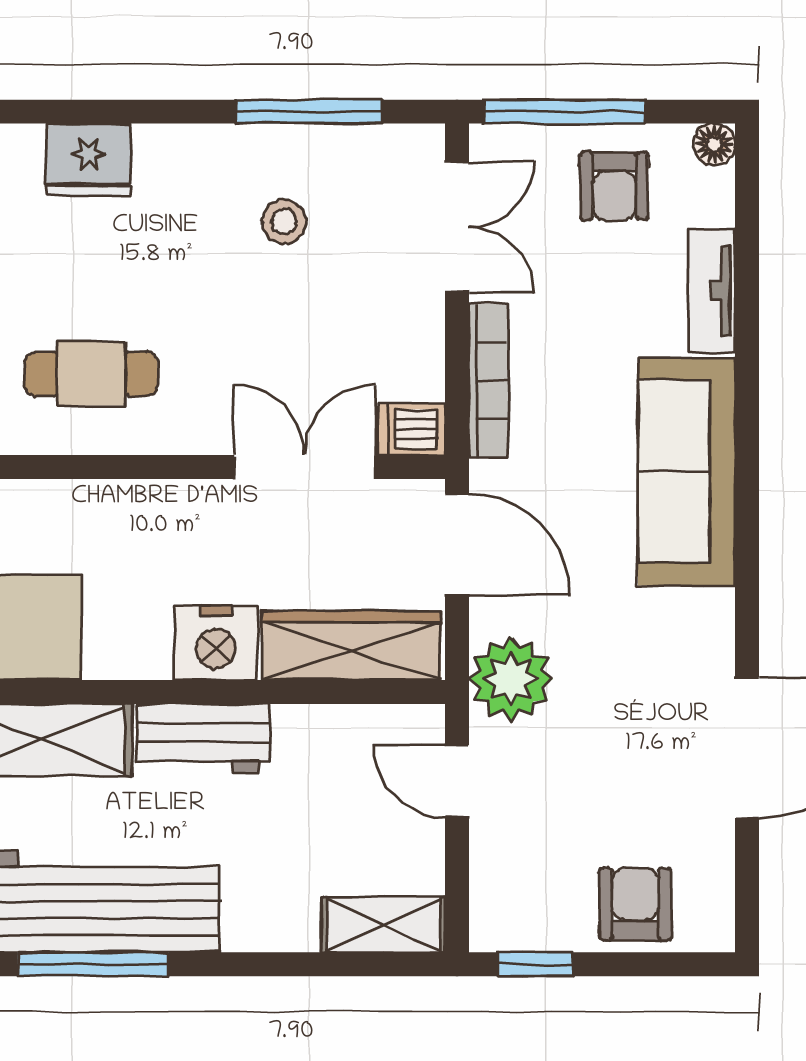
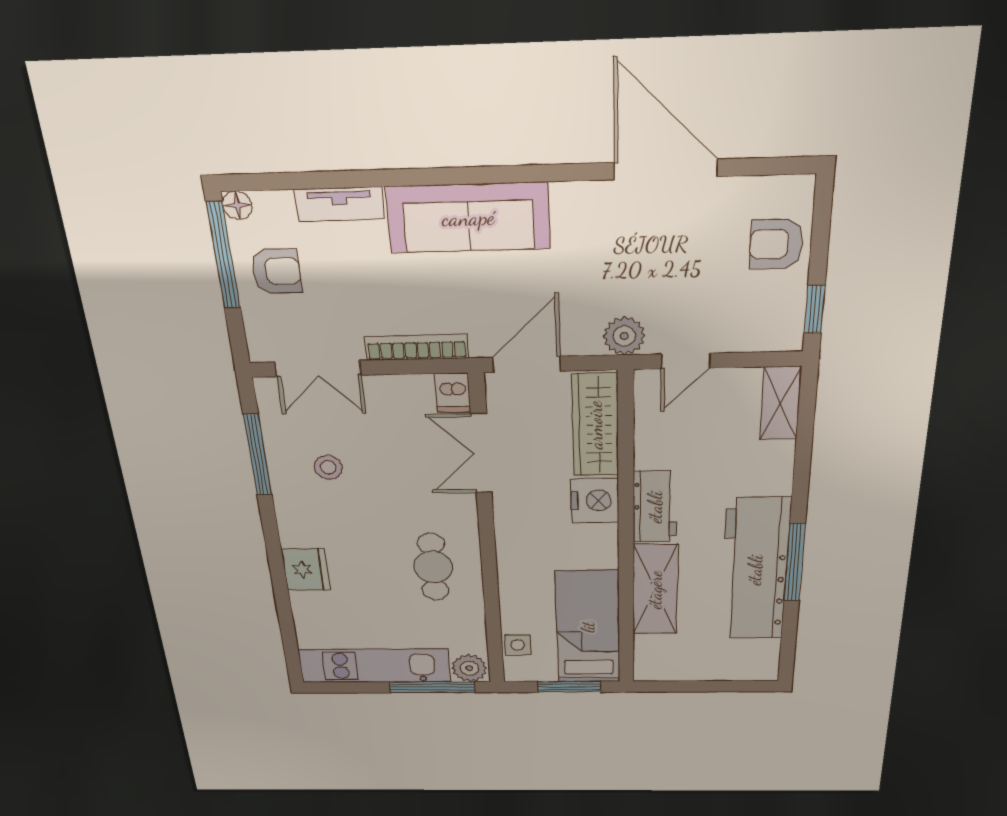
window: (564, 112) -> (223, 255), moved
double door: (457, 227) -> (318, 369), swing flipped
plant: (511, 679) -> (624, 336), width x0.73, depth x0.73

